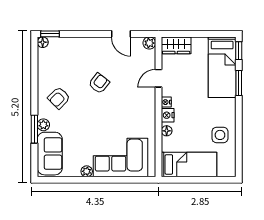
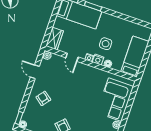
door: (121, 34) -> (35, 72), swing flipped
armchair: (99, 83) -> (43, 98), moved
side table: (220, 135) -> (106, 44), moved

